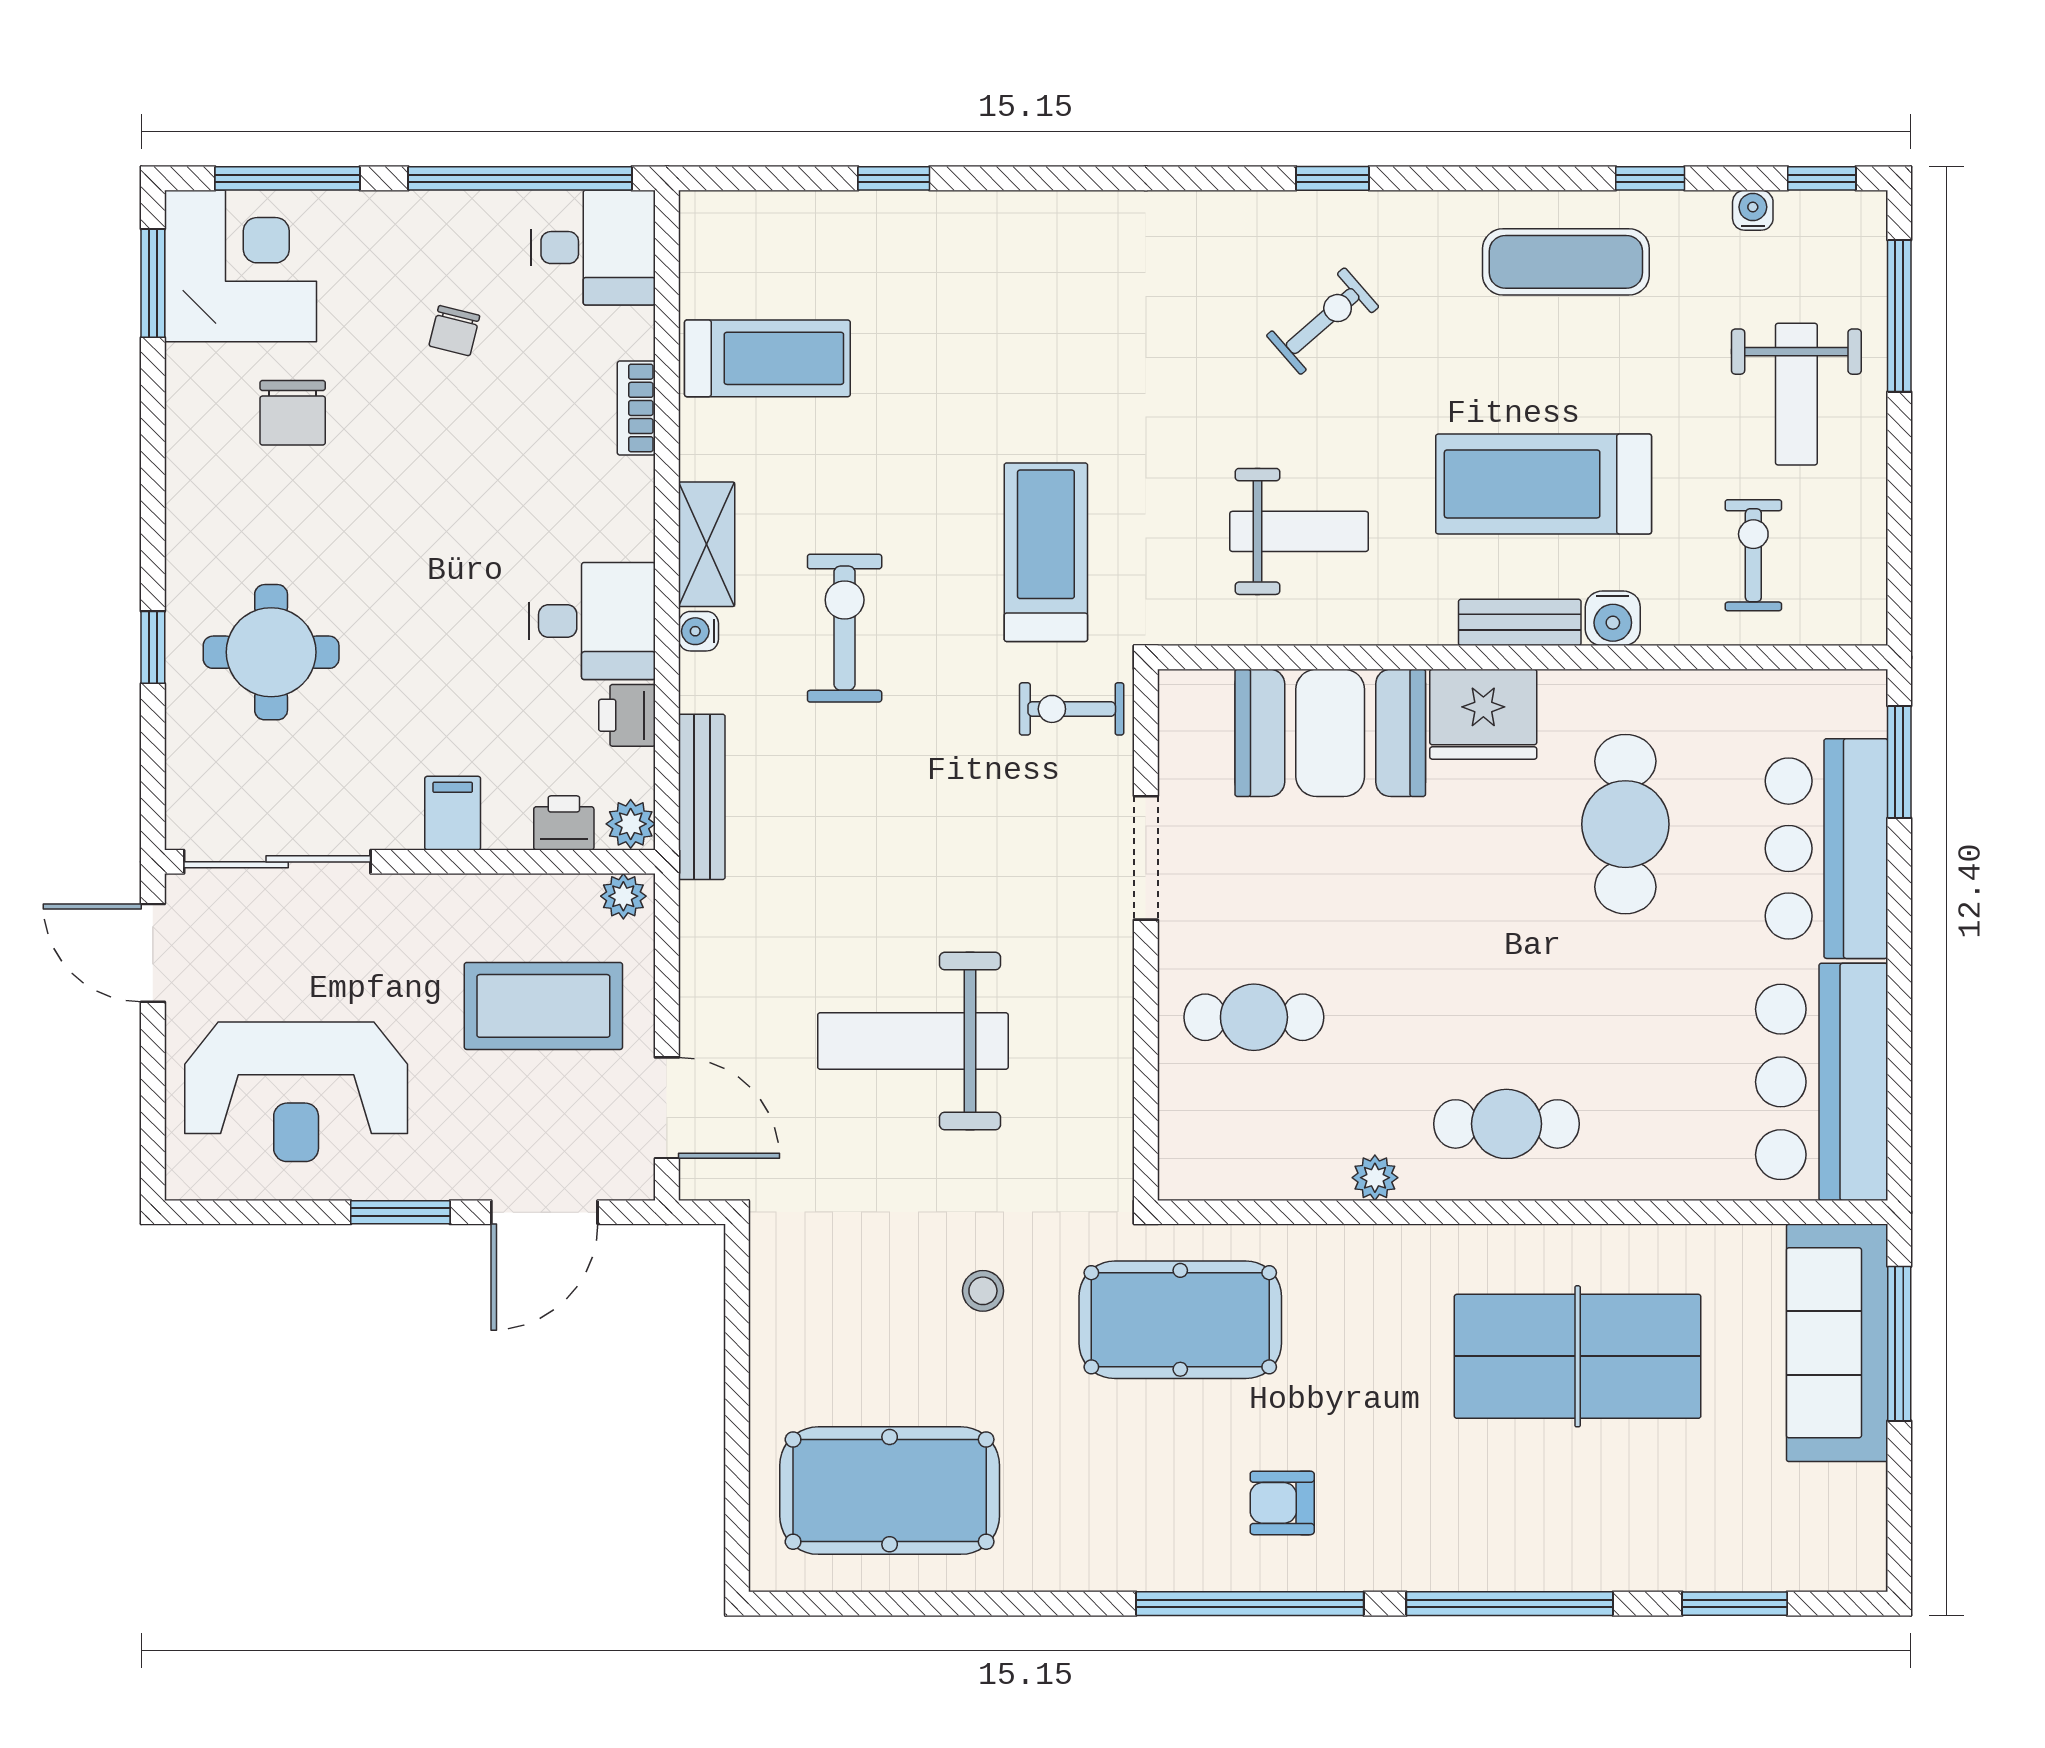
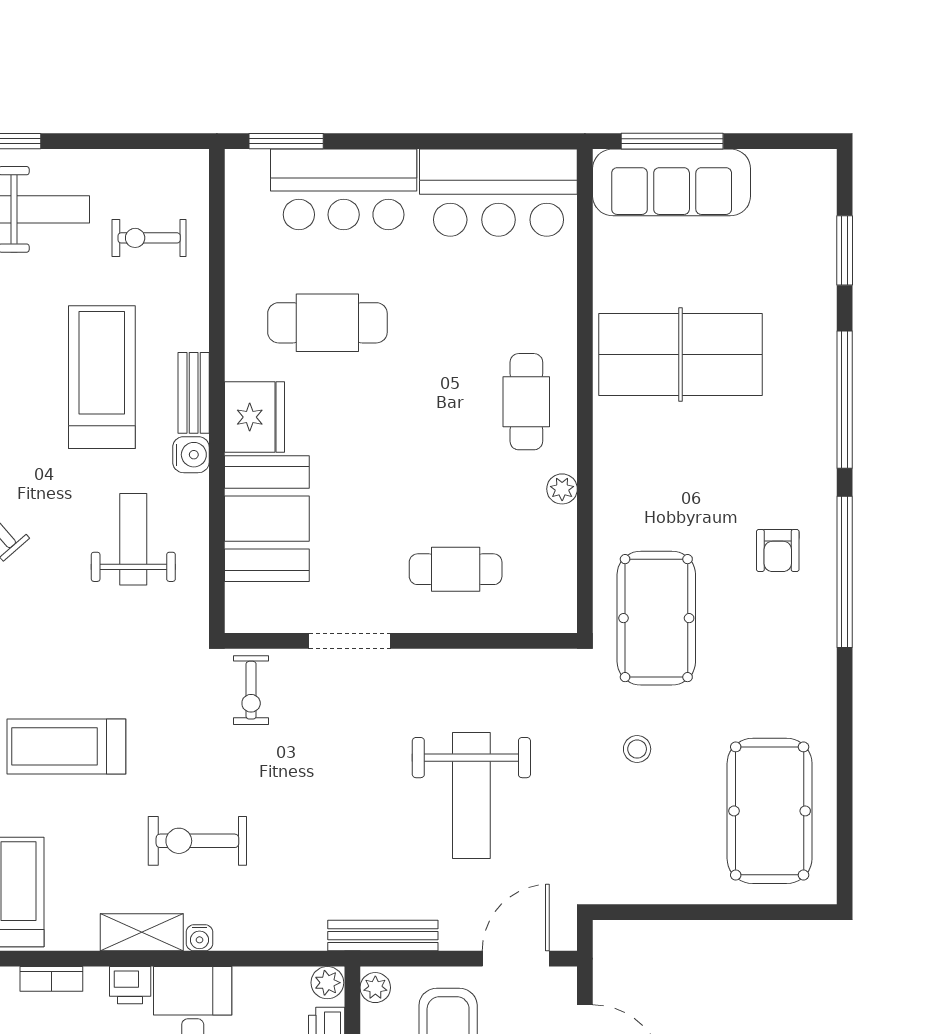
treadmill: (1544, 484) -> (102, 377), turned 180
treadmill: (1046, 552) -> (66, 746), moved
water cooler: (1613, 618) -> (191, 455), moved
printer: (627, 715) -> (130, 985), moved
bench: (702, 797) -> (383, 936), moved
cafe table: (1254, 1017) -> (456, 569), turned 90
table tennis table: (1578, 1356) -> (681, 355), turned 90

